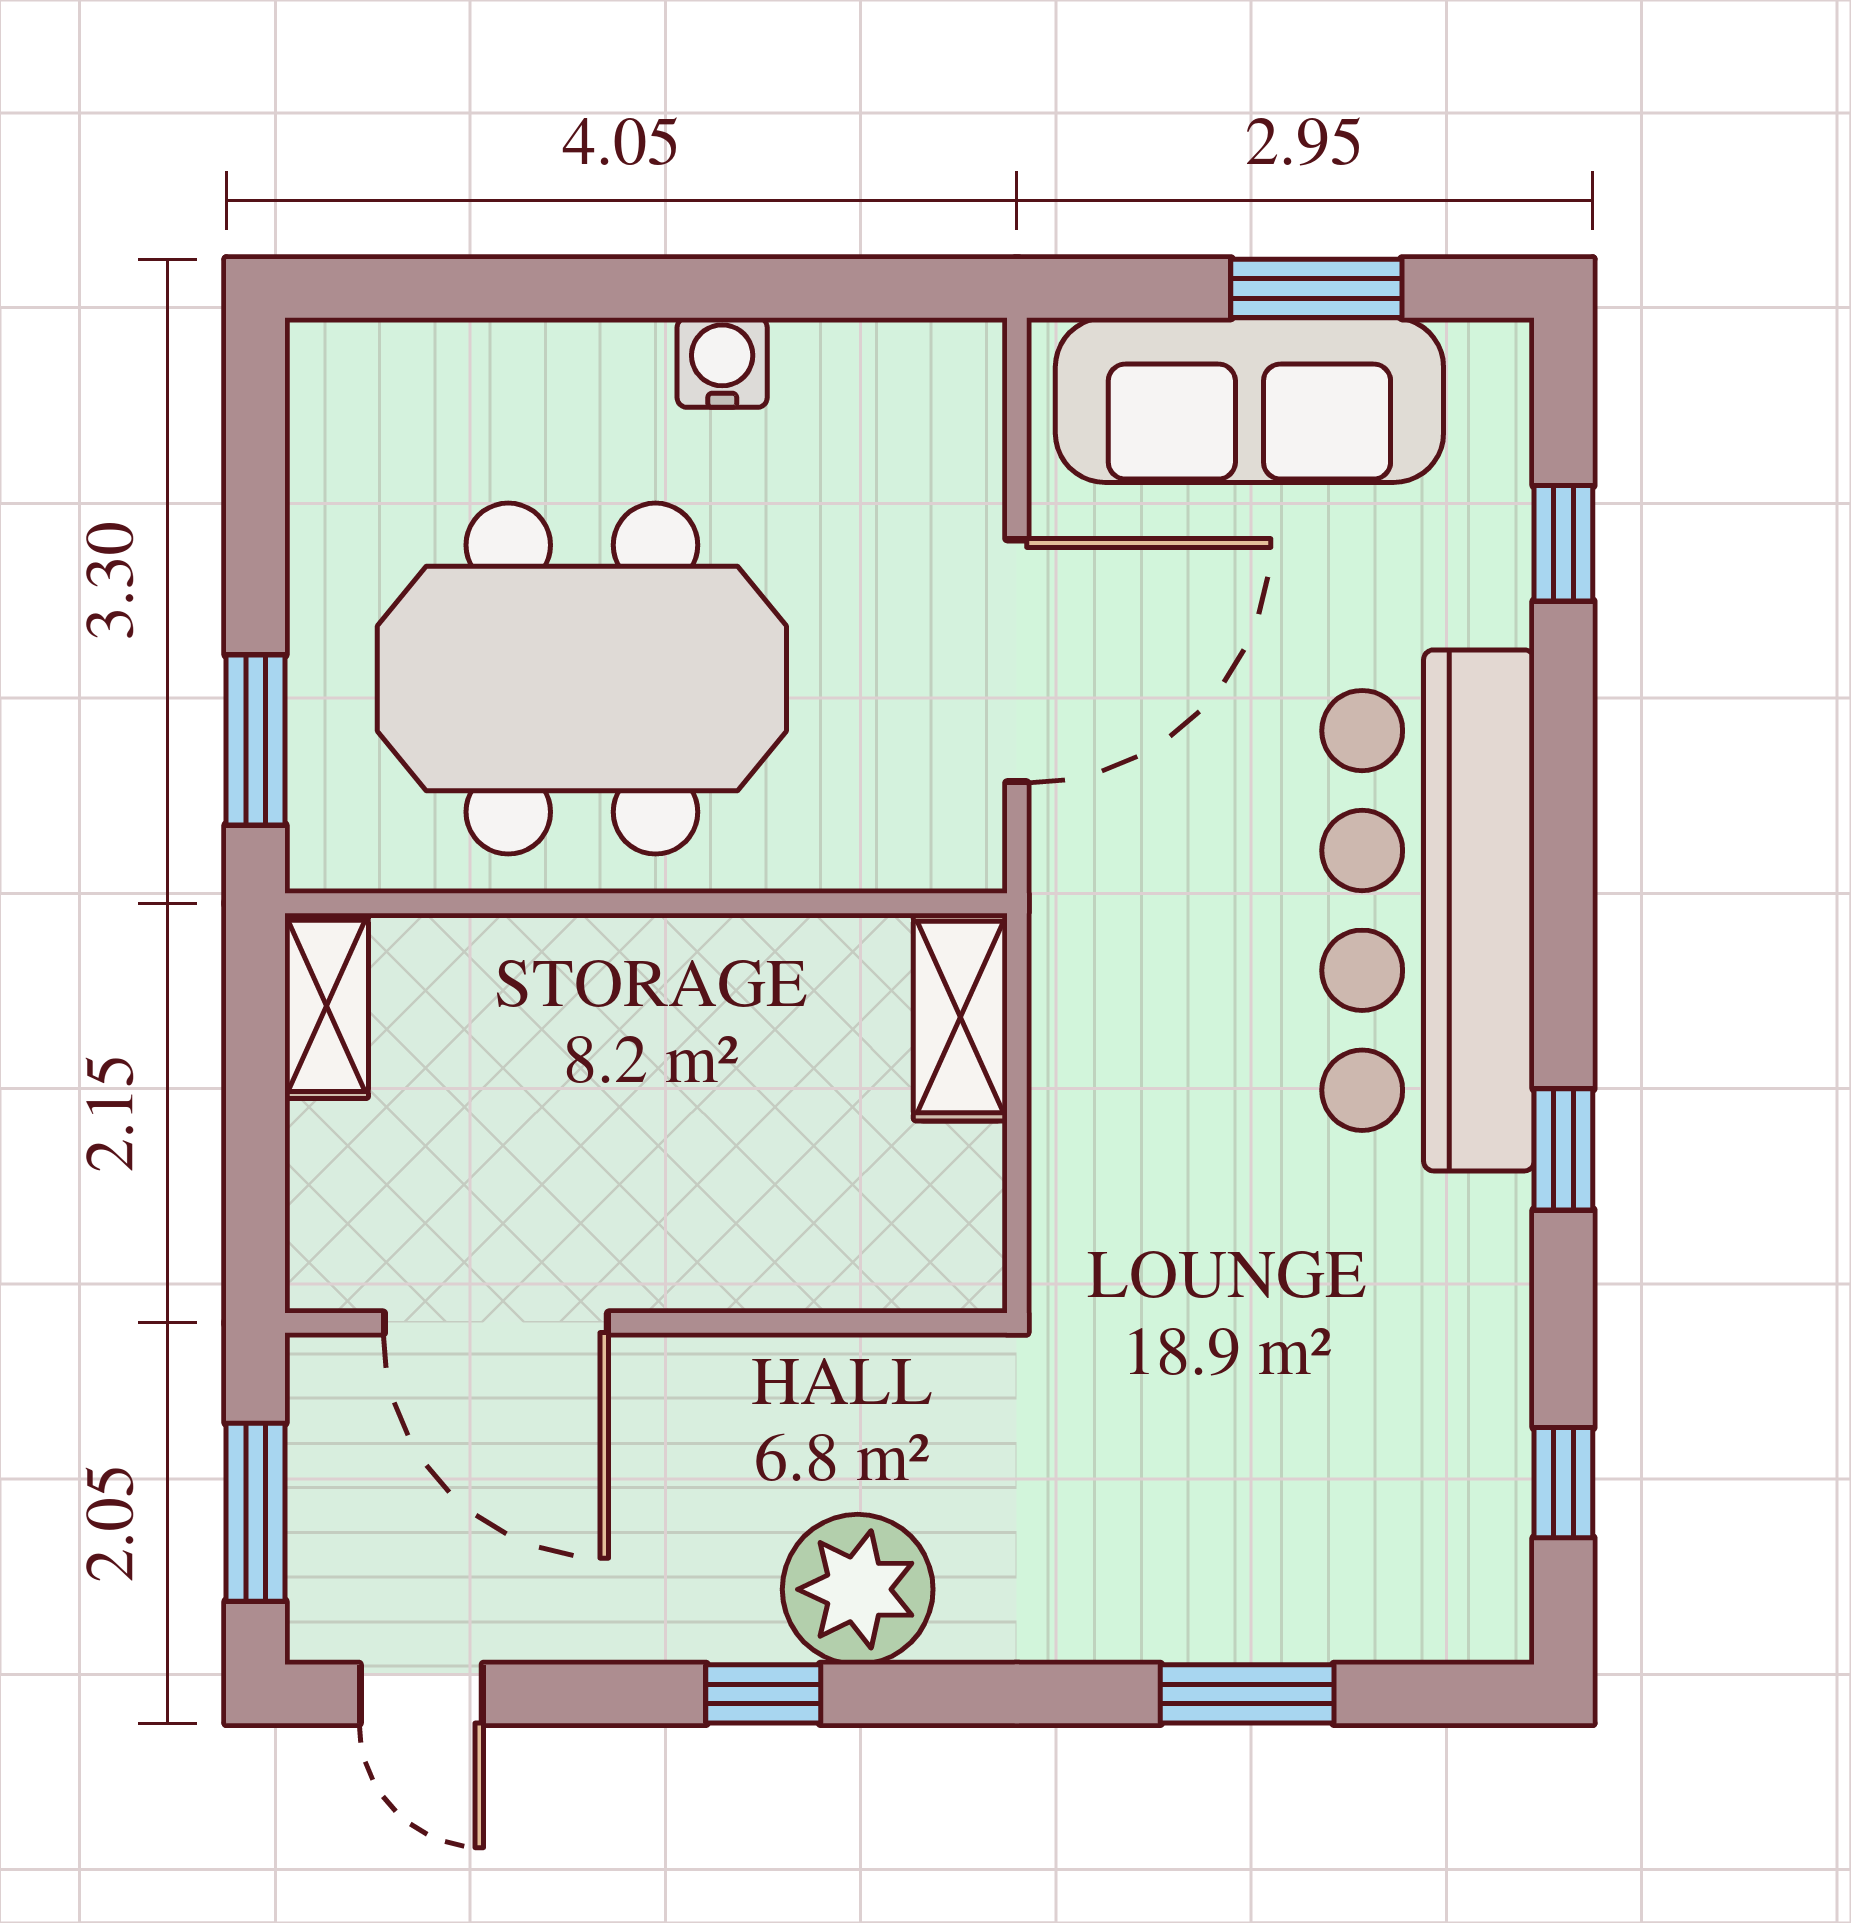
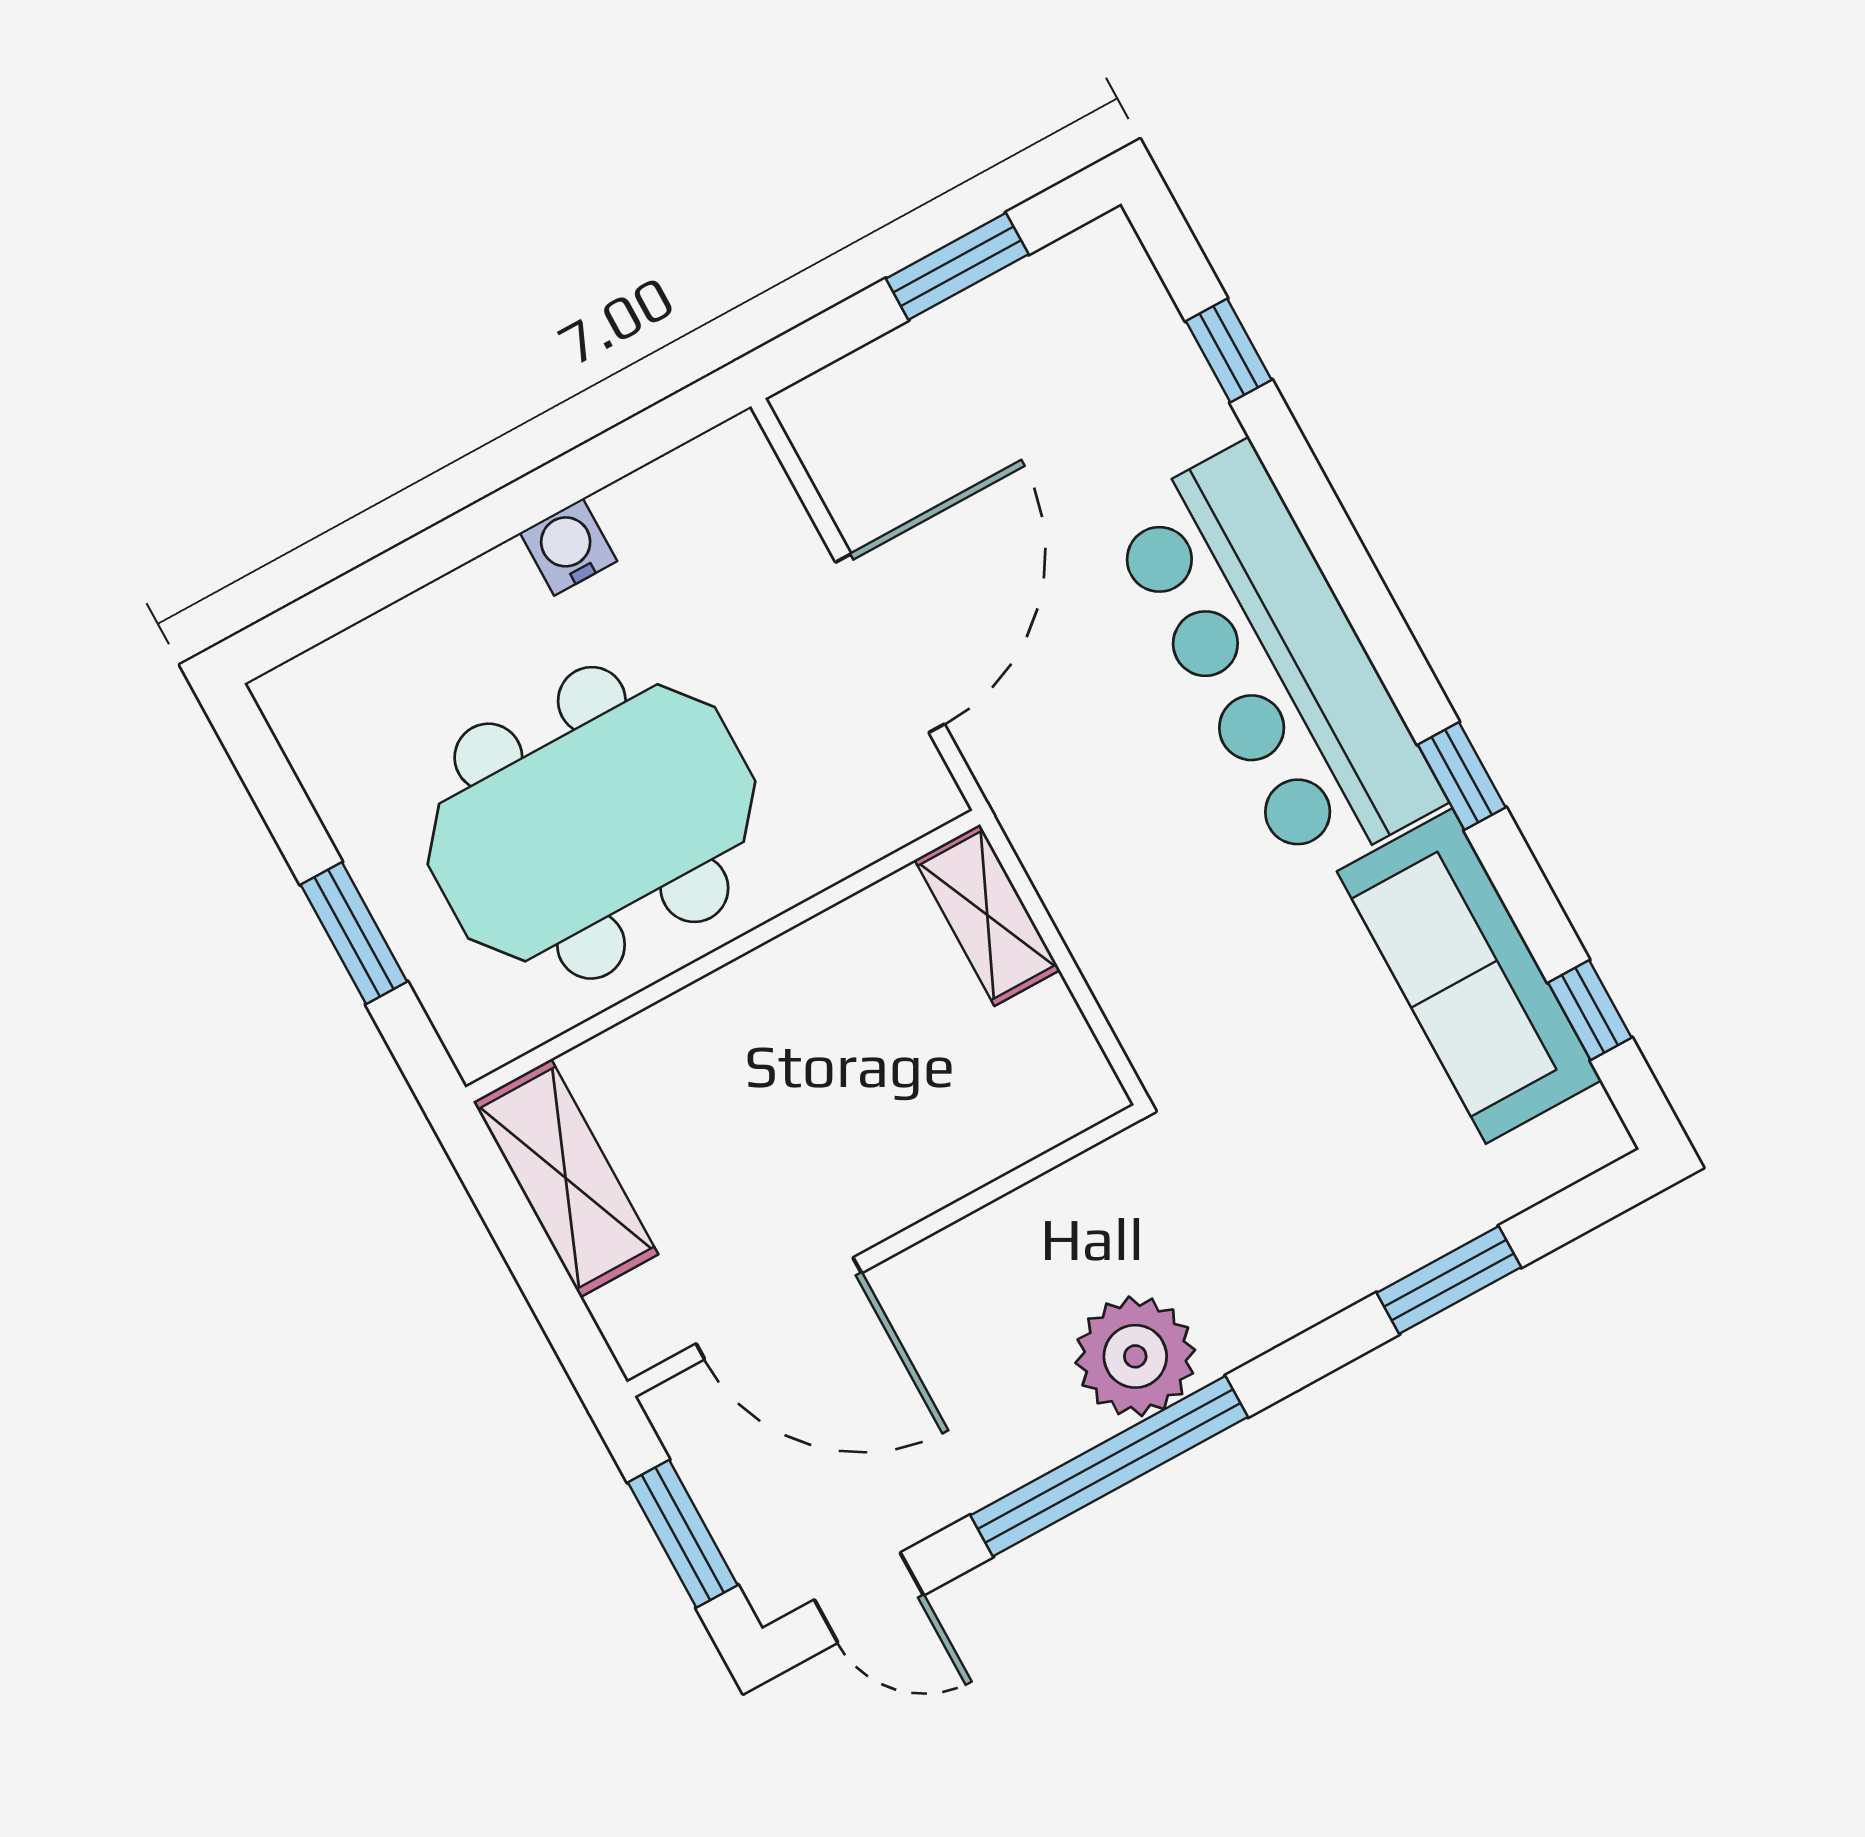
sofa: (1249, 400) -> (1469, 976), moved, turned 90
window: (256, 740) -> (354, 933), moved
shelving: (327, 1006) -> (566, 1178), width x1.50, depth x1.33
window: (763, 1694) -> (1109, 1466), width x3.17

